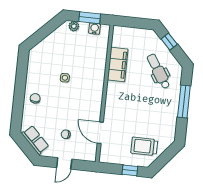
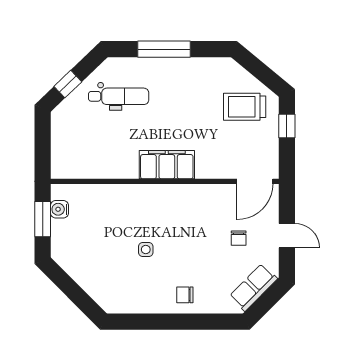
plant: (74, 26) -> (59, 244), removed
filing cabinet: (118, 64) -> (167, 165), moved
dental chair: (159, 71) -> (119, 96), turned -147
door: (100, 133) -> (255, 181), moved
trolley: (144, 146) -> (245, 107), turned 90

